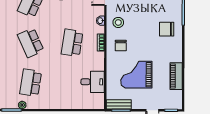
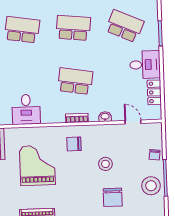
stool: (118, 22) -> (105, 164), moved
chair: (167, 29) -> (113, 197), moved, turned 180
school desk: (31, 43) -> (73, 28), turned 30

